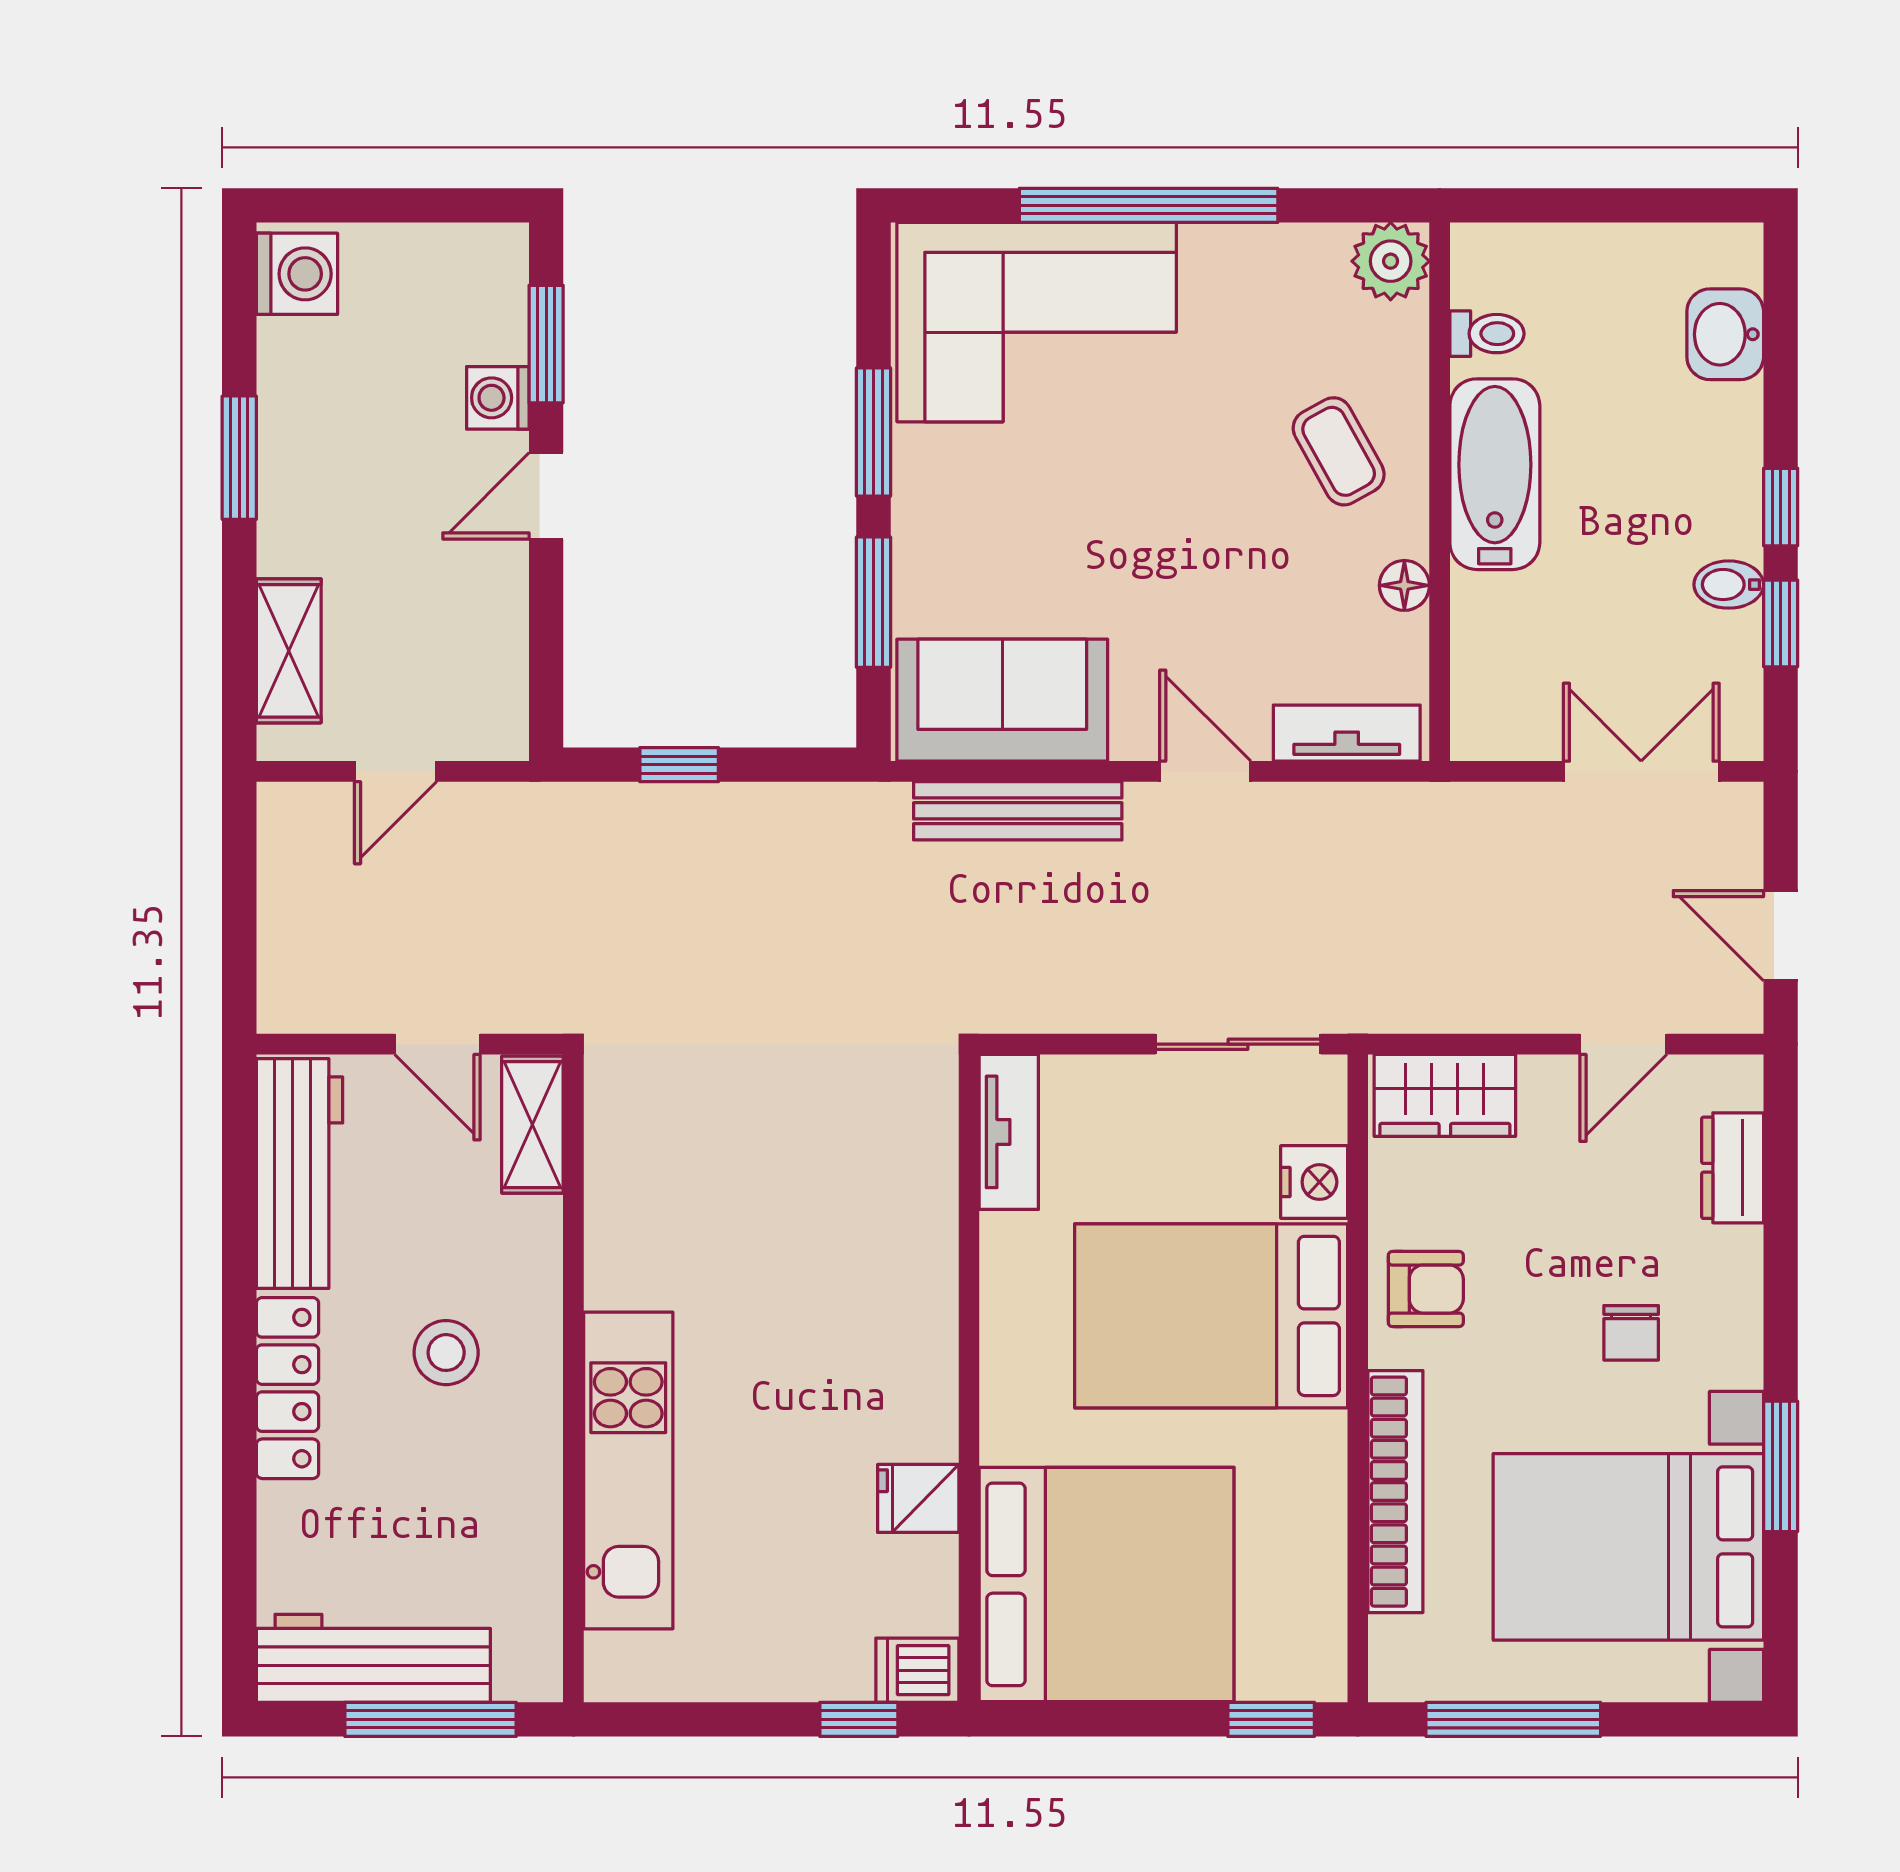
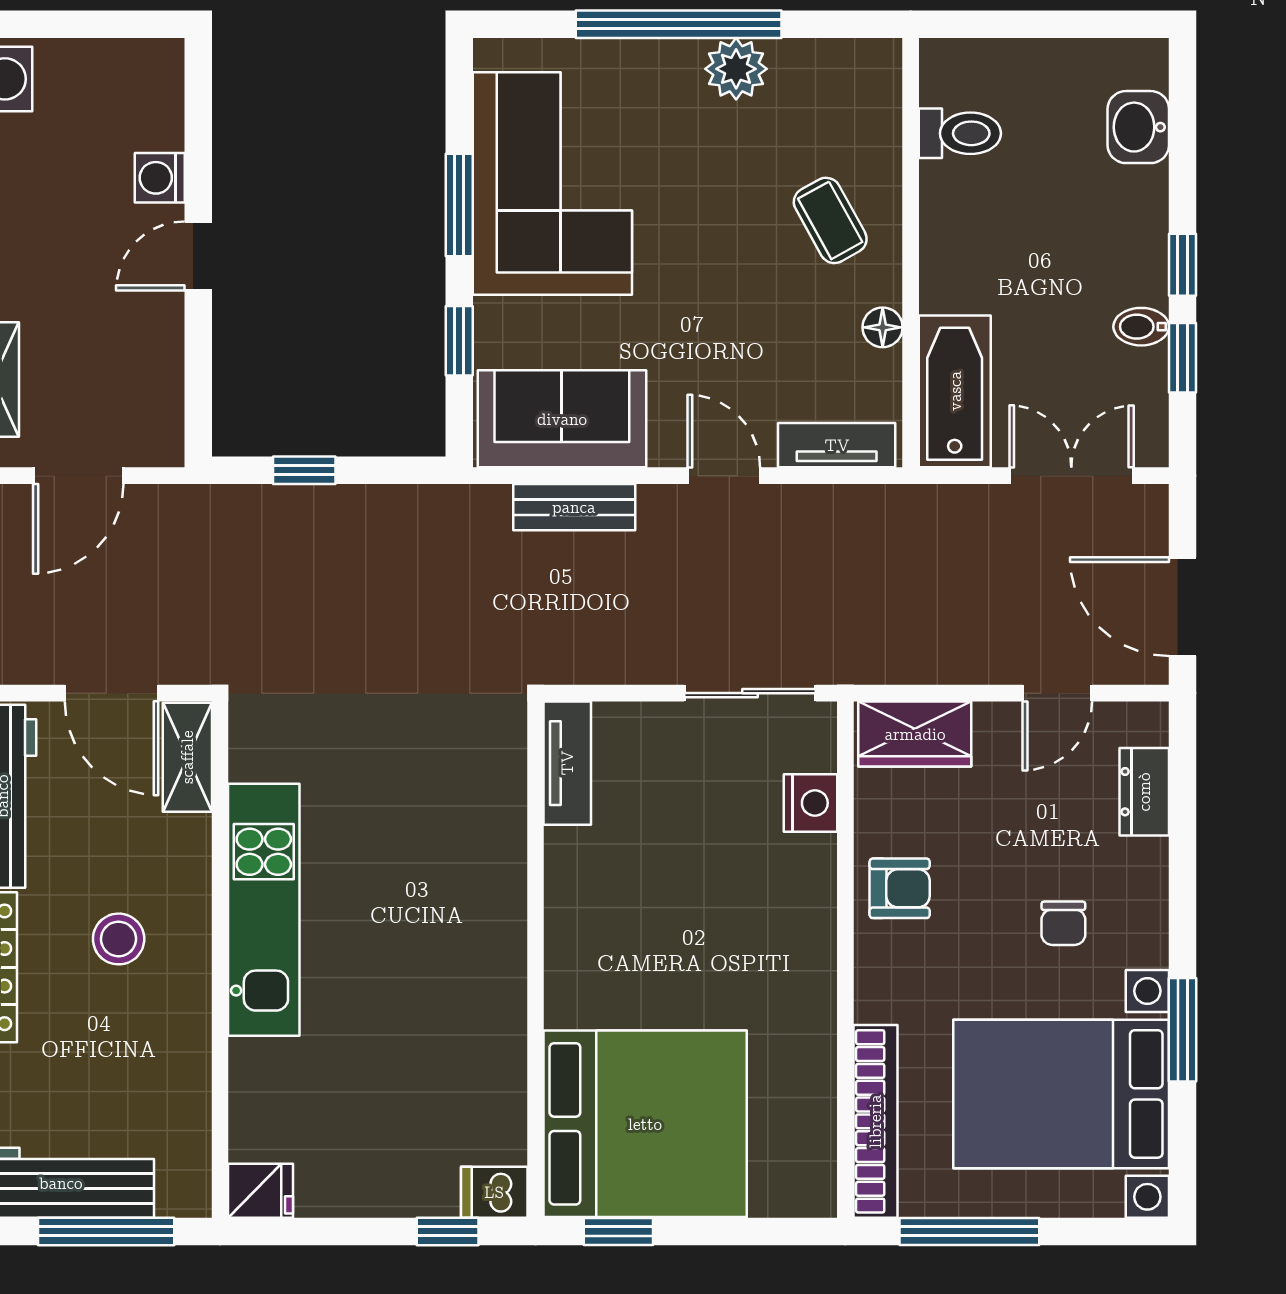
plant: (1391, 261) -> (736, 69), moved
corner sofa: (1037, 322) -> (552, 184), moved, turned -90
toilet: (1487, 334) -> (960, 133), width x1.37, depth x1.39
window: (546, 344) -> (198, 135), removed
bathtub: (1495, 474) -> (955, 391), moved
window: (874, 602) -> (459, 341), width x0.67
door: (396, 771) -> (78, 476), width x1.38
bench: (1018, 811) -> (574, 507), width x0.73
door: (1781, 936) -> (1183, 607), width x1.38
door: (437, 1044) -> (112, 693), width x1.38
bed: (1211, 1316) -> (728, 910), removed
kitchen unit: (628, 1471) -> (264, 910), moved
bookcase: (1395, 1492) -> (875, 1121), moved
fridge: (918, 1498) -> (261, 1191), moved, turned 180
window: (1271, 1719) -> (618, 1231), moved

